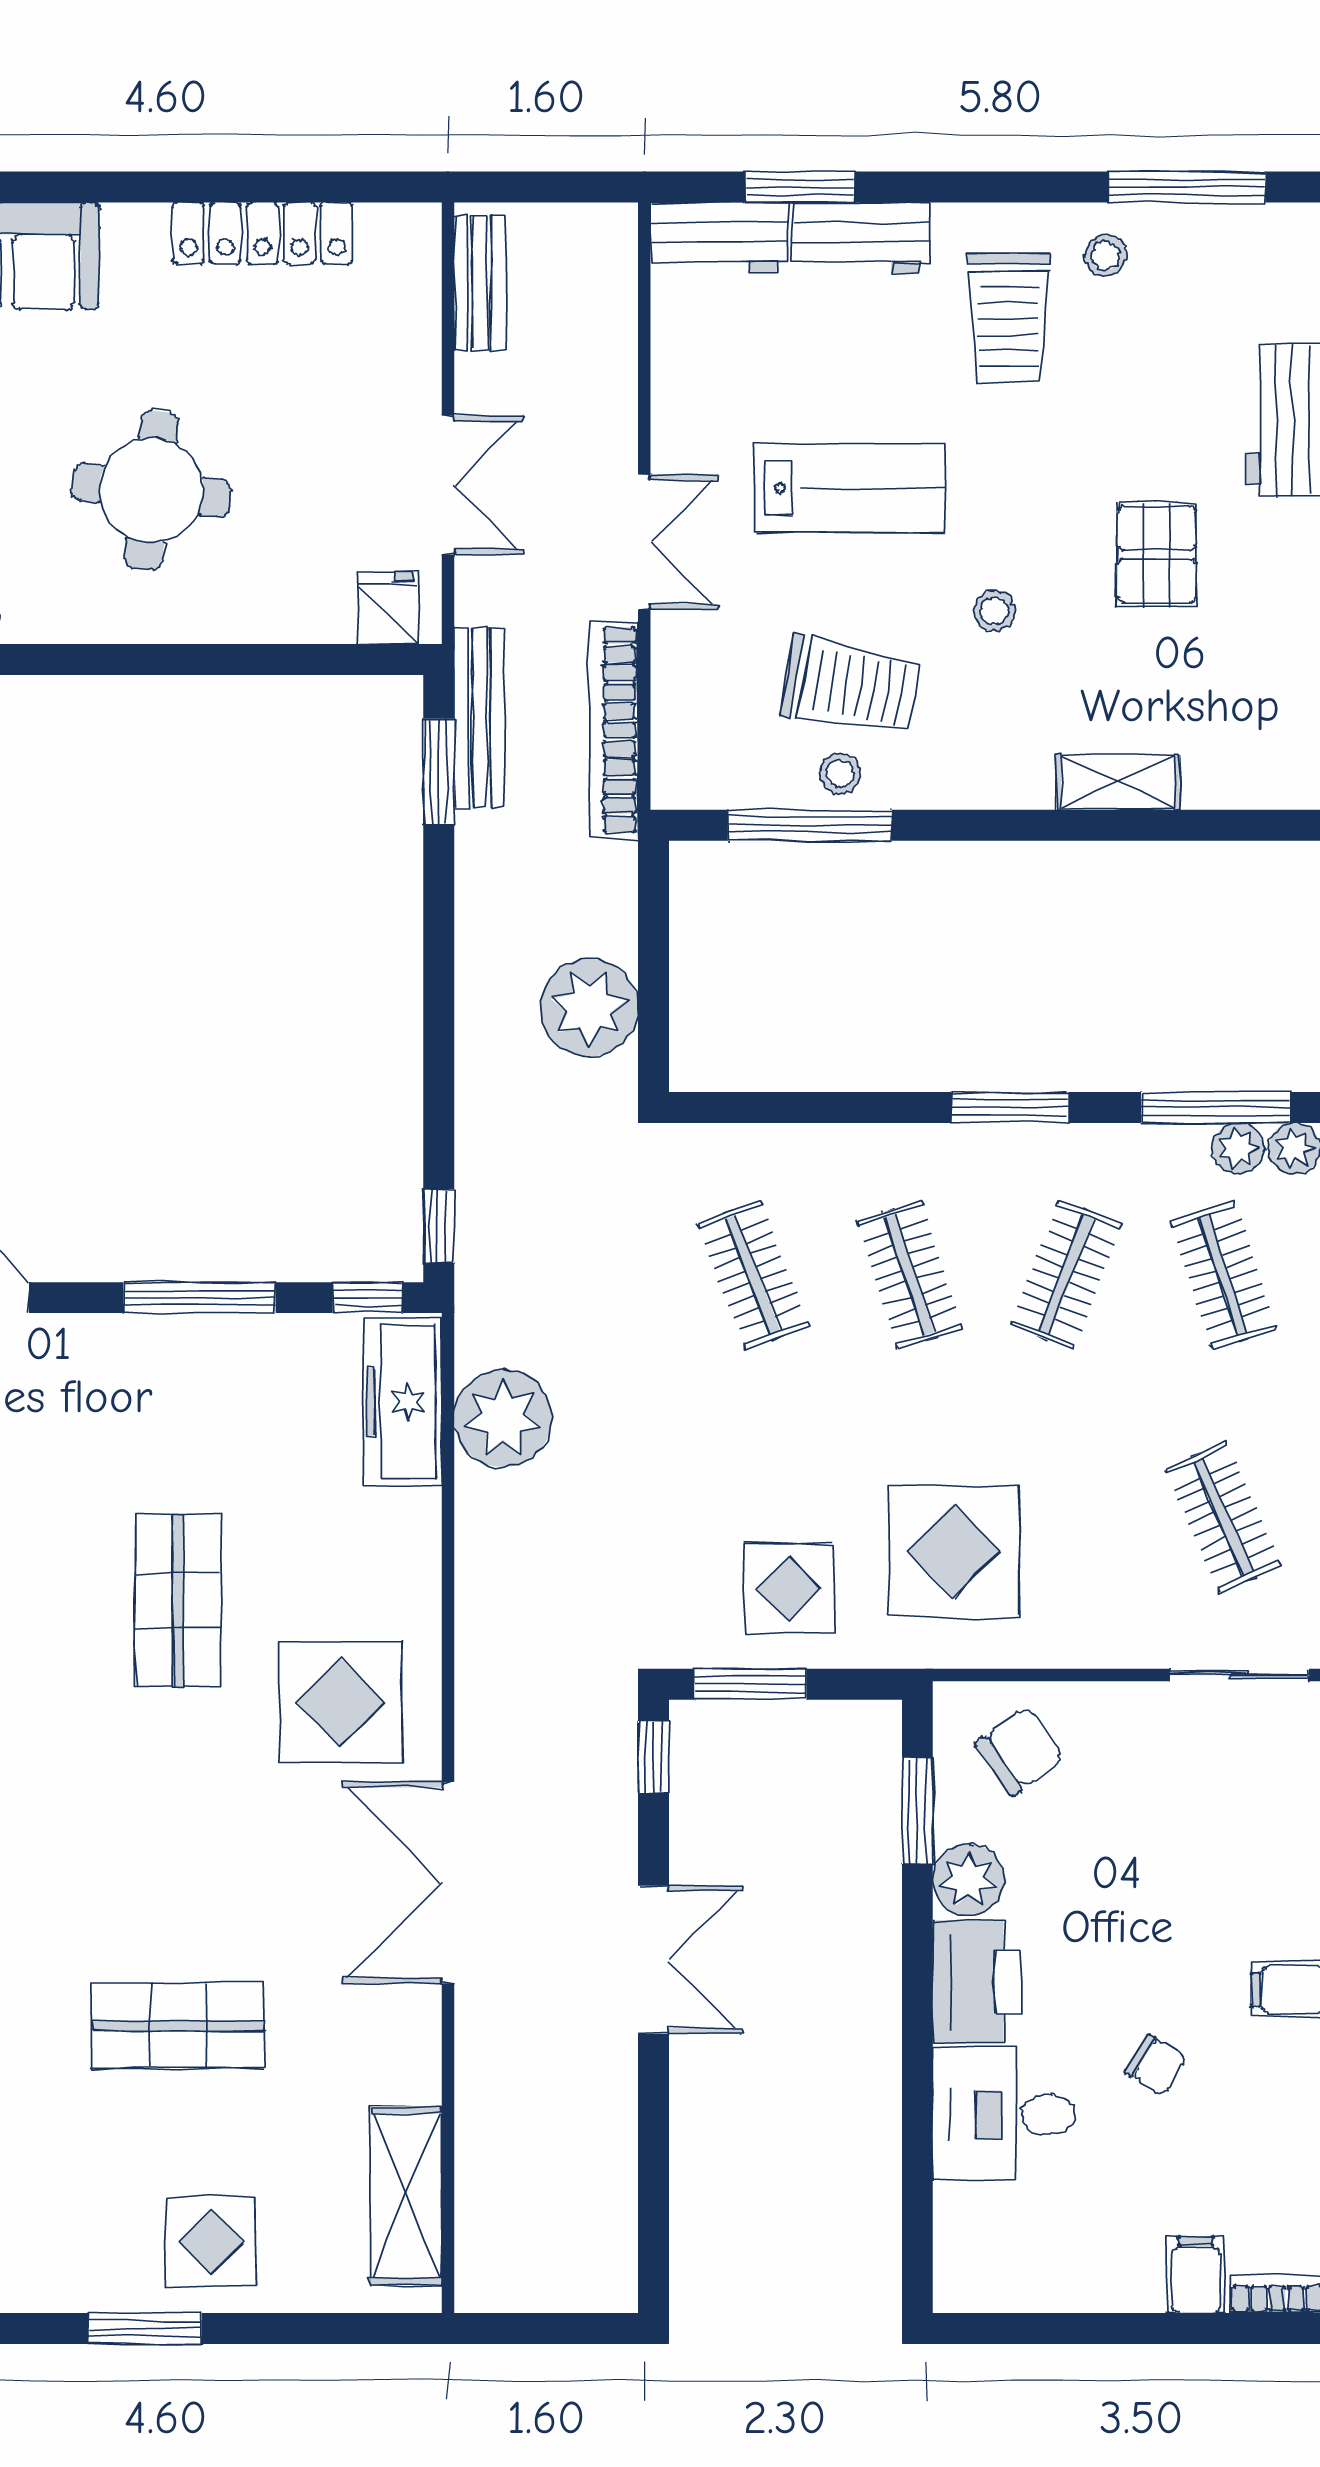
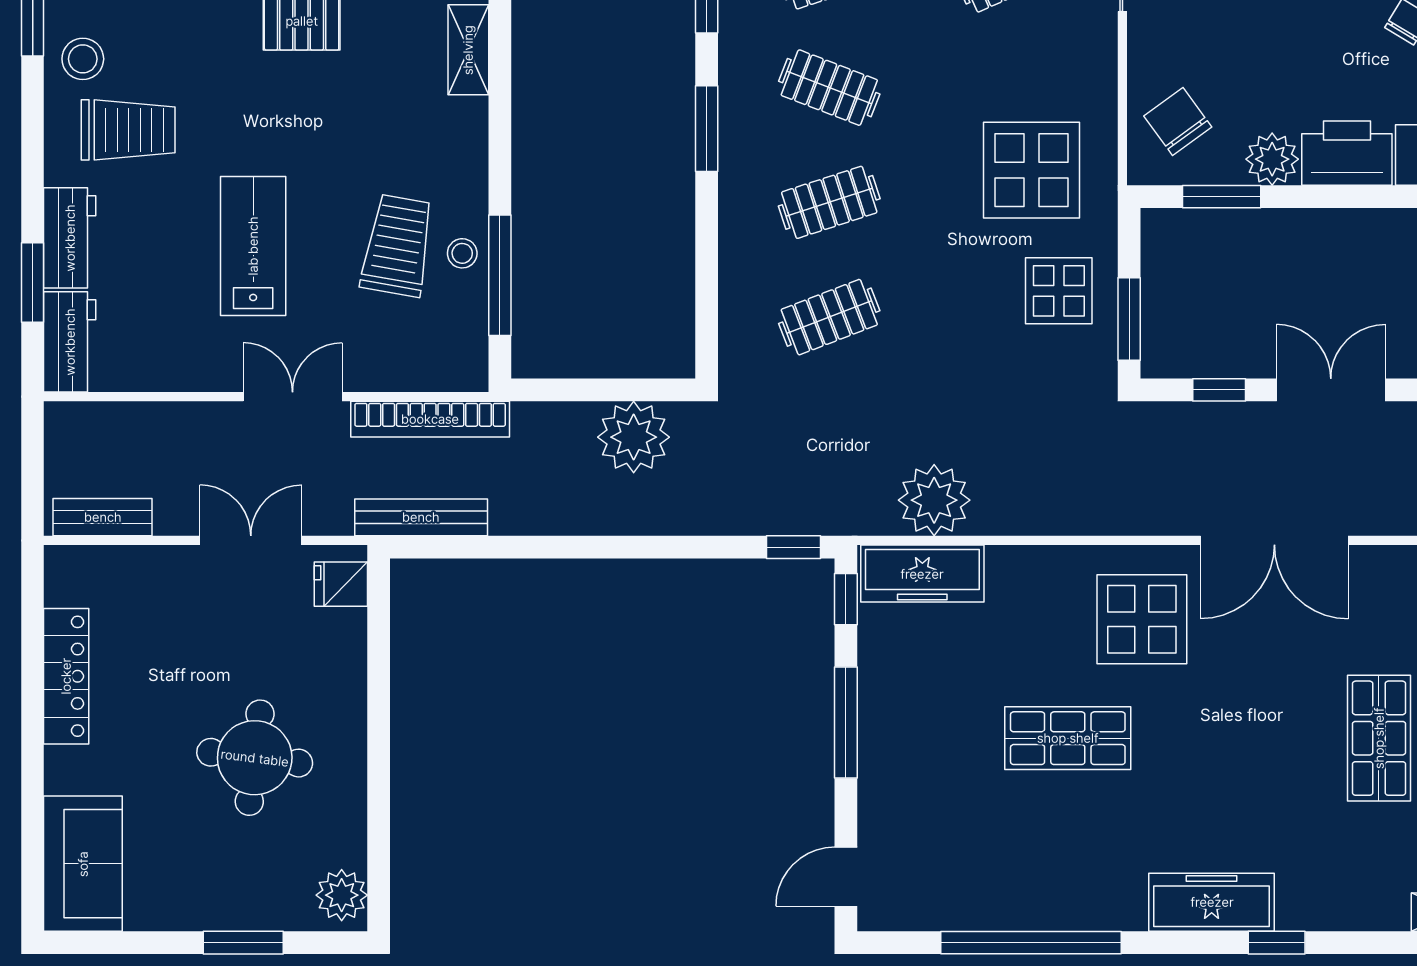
stool: (1105, 256) -> (83, 59), width x1.37, depth x1.37
stool: (995, 611) -> (343, 140), removed
window: (439, 772) -> (461, 547), removed
window: (654, 1757) -> (1219, 390), moved

